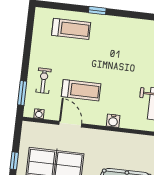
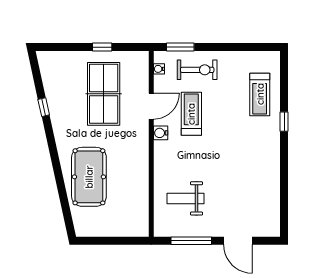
exercise bike: (44, 81) -> (197, 70), width x1.38, depth x1.39
treadmill: (81, 90) -> (191, 114), turned 180
water cooler: (113, 121) -> (161, 133), moved

